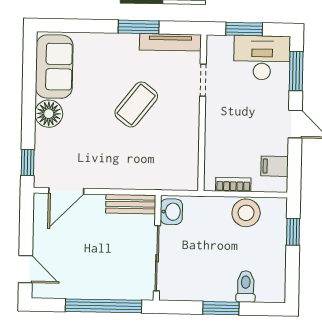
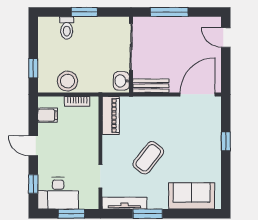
sofa: (54, 67) -> (192, 196), moved, turned 90
window: (296, 71) -> (33, 184), width x0.67
floor lamp: (49, 114) -> (211, 150), removed
window: (28, 163) -> (226, 141), moved
piano: (187, 164) -> (111, 115), added
door: (66, 191) -> (198, 94), width x1.36
window: (103, 306) -> (169, 12), width x0.68

